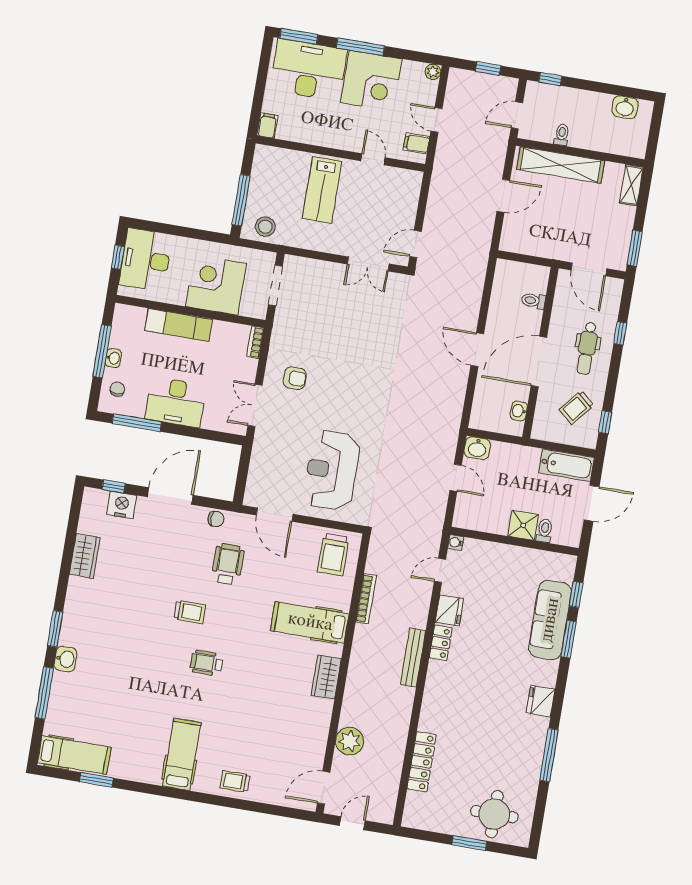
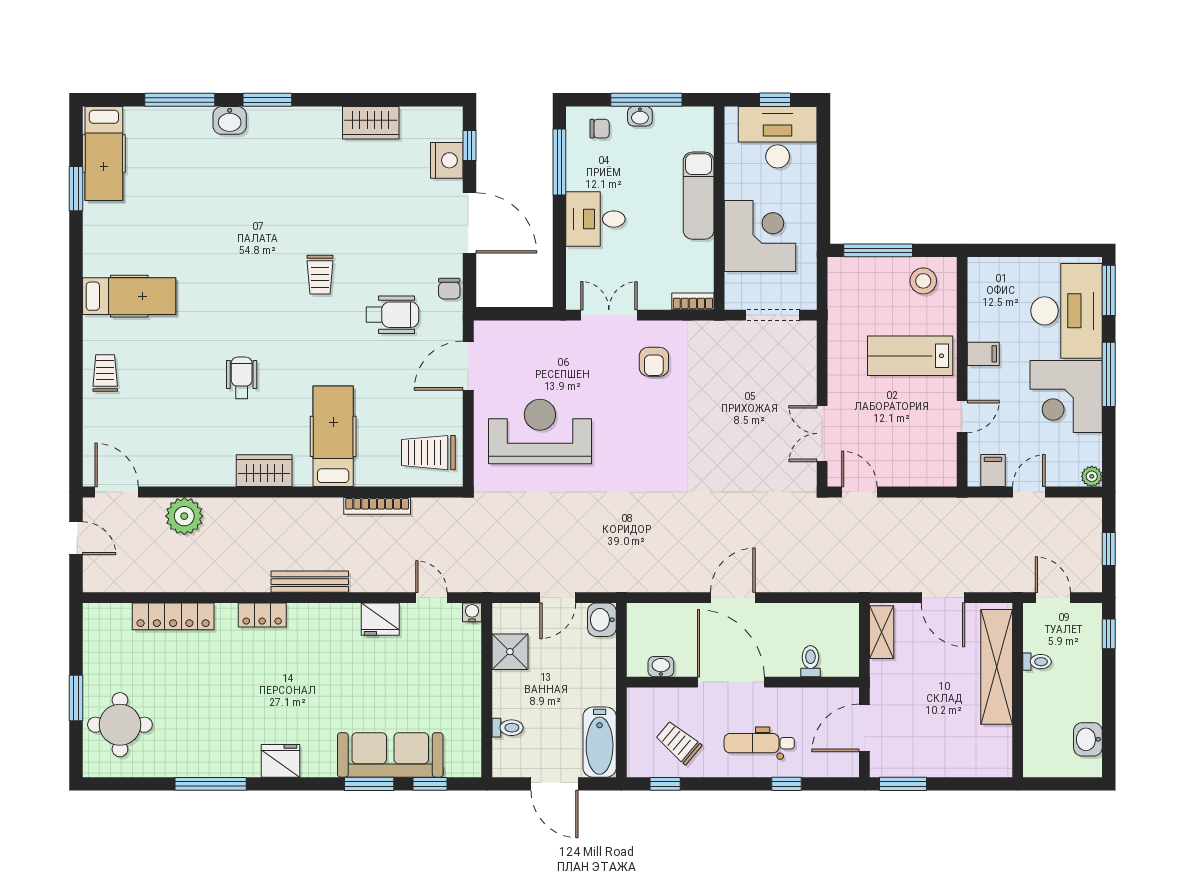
filing cabinet: (267, 126) -> (983, 354), moved
shelving: (631, 185) -> (882, 632), moved, turned 90
stool: (265, 227) -> (923, 281), moved
desk: (176, 402) -> (595, 219), width x0.73
shower: (523, 525) -> (510, 652), moved
locker: (441, 643) -> (262, 615), moved
wheelchair: (207, 663) -> (242, 378), moved

